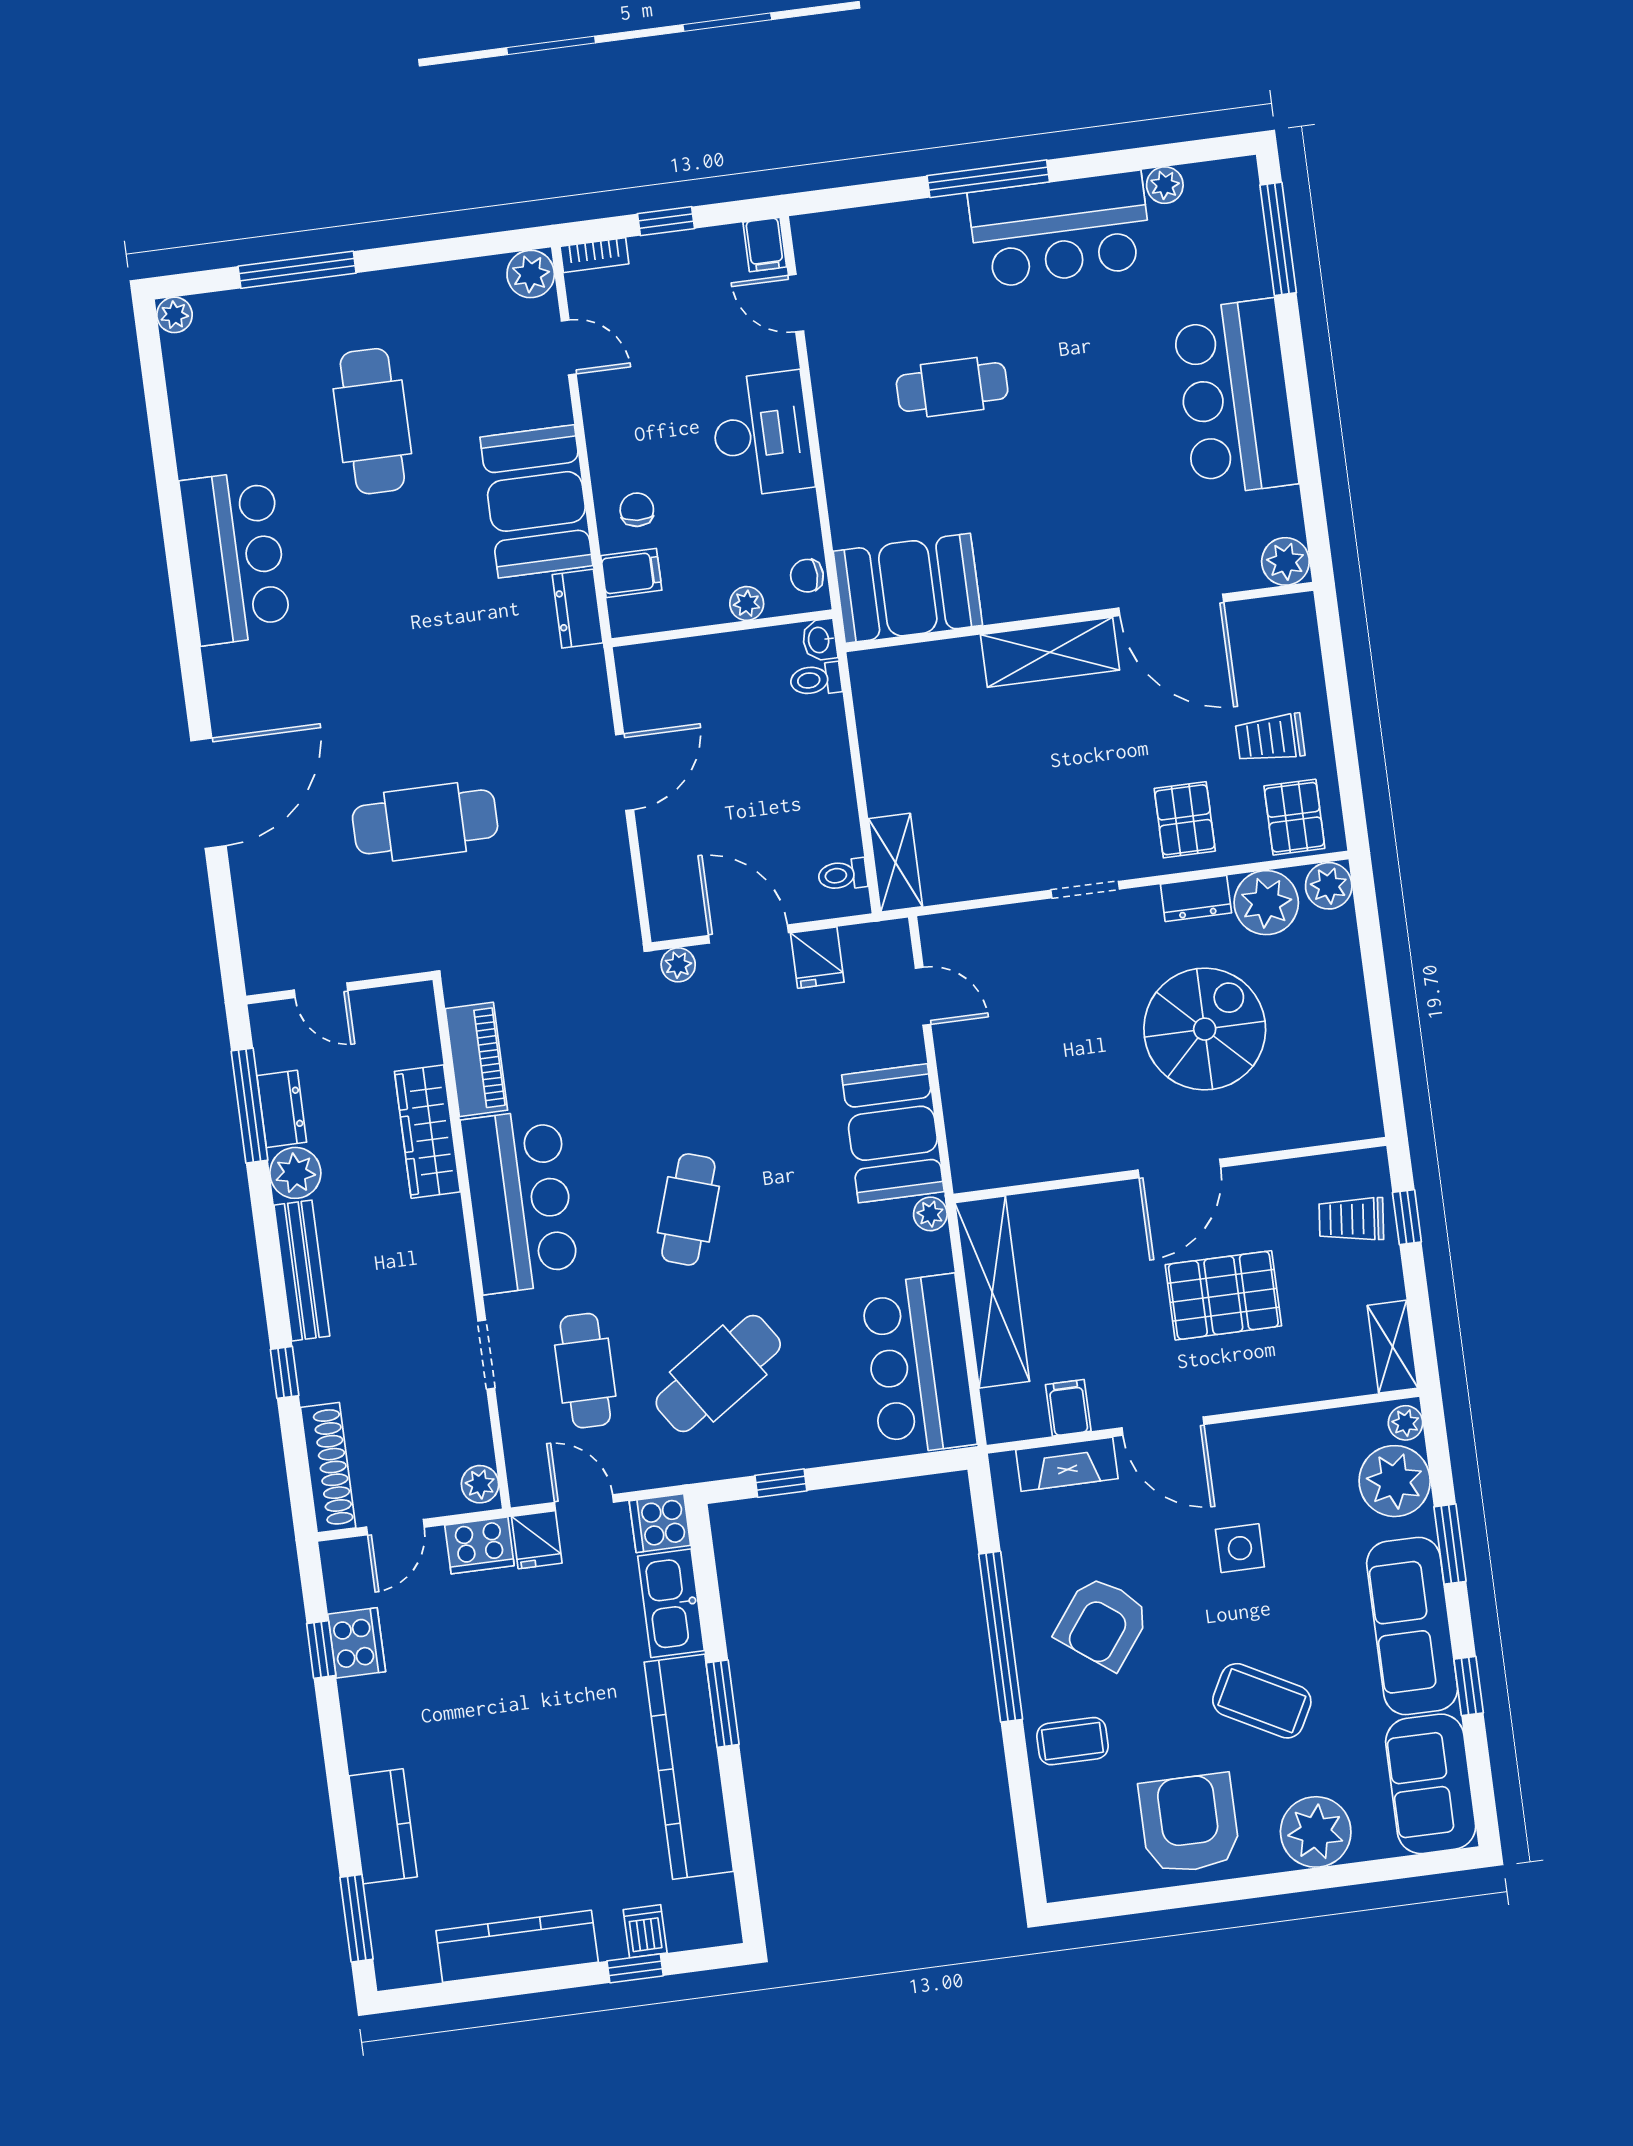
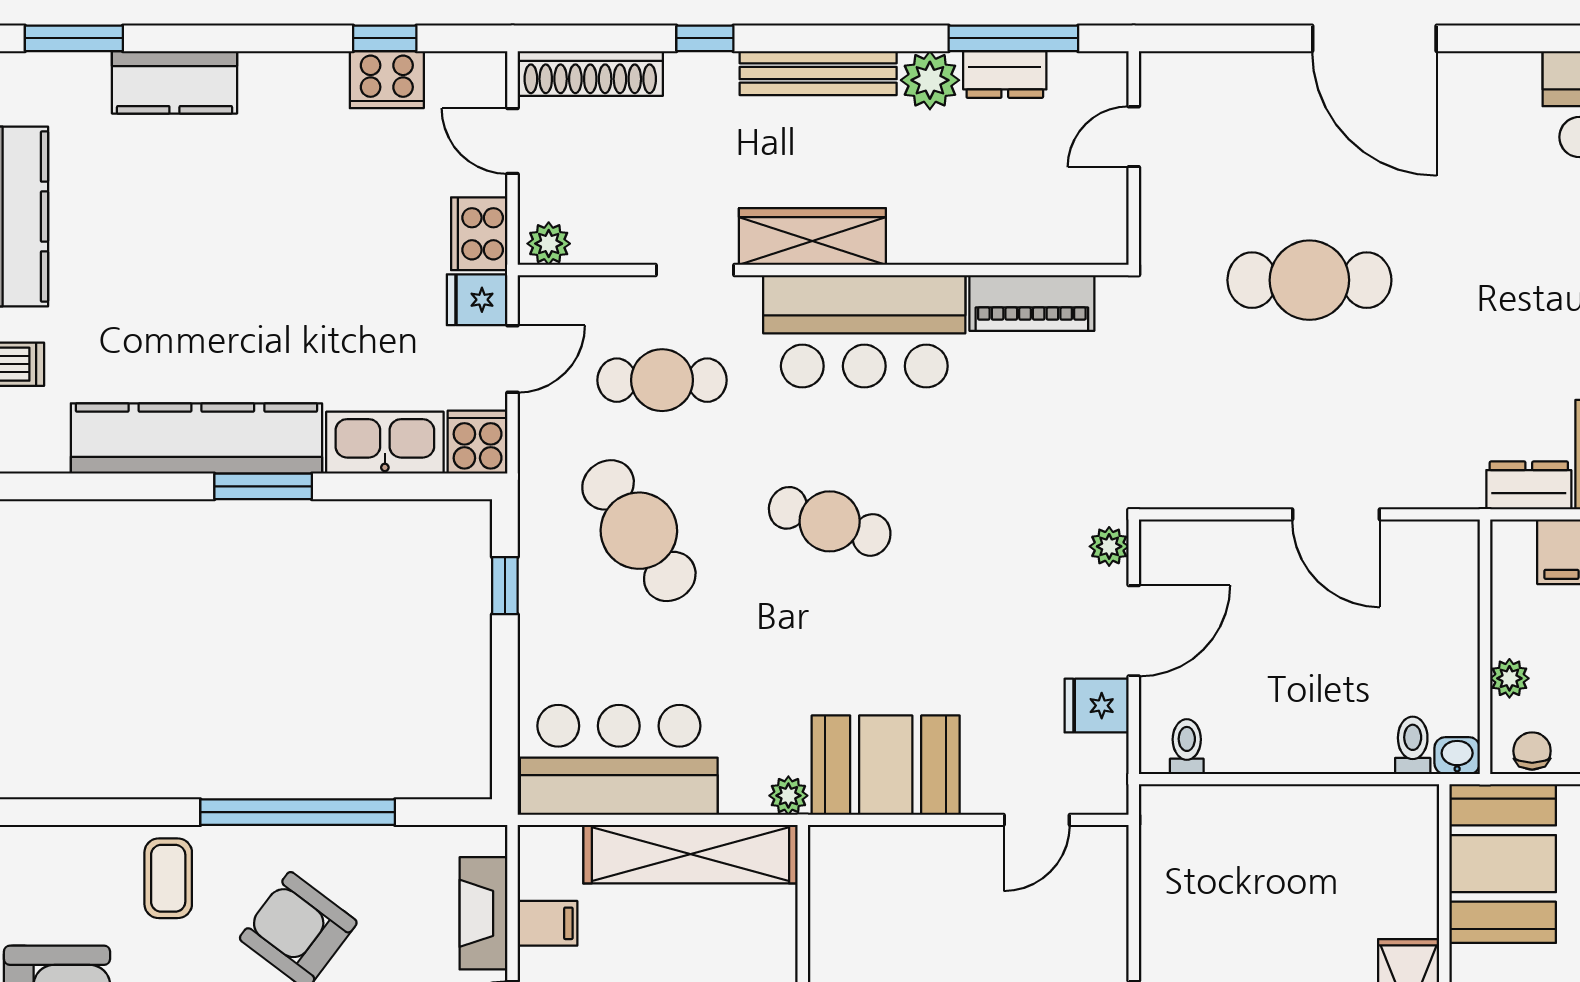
cafe table: (425, 822) -> (1309, 280), turned 90
shelving: (895, 863) -> (1193, 809), removed
wardrobe: (427, 1132) -> (812, 236), moved

